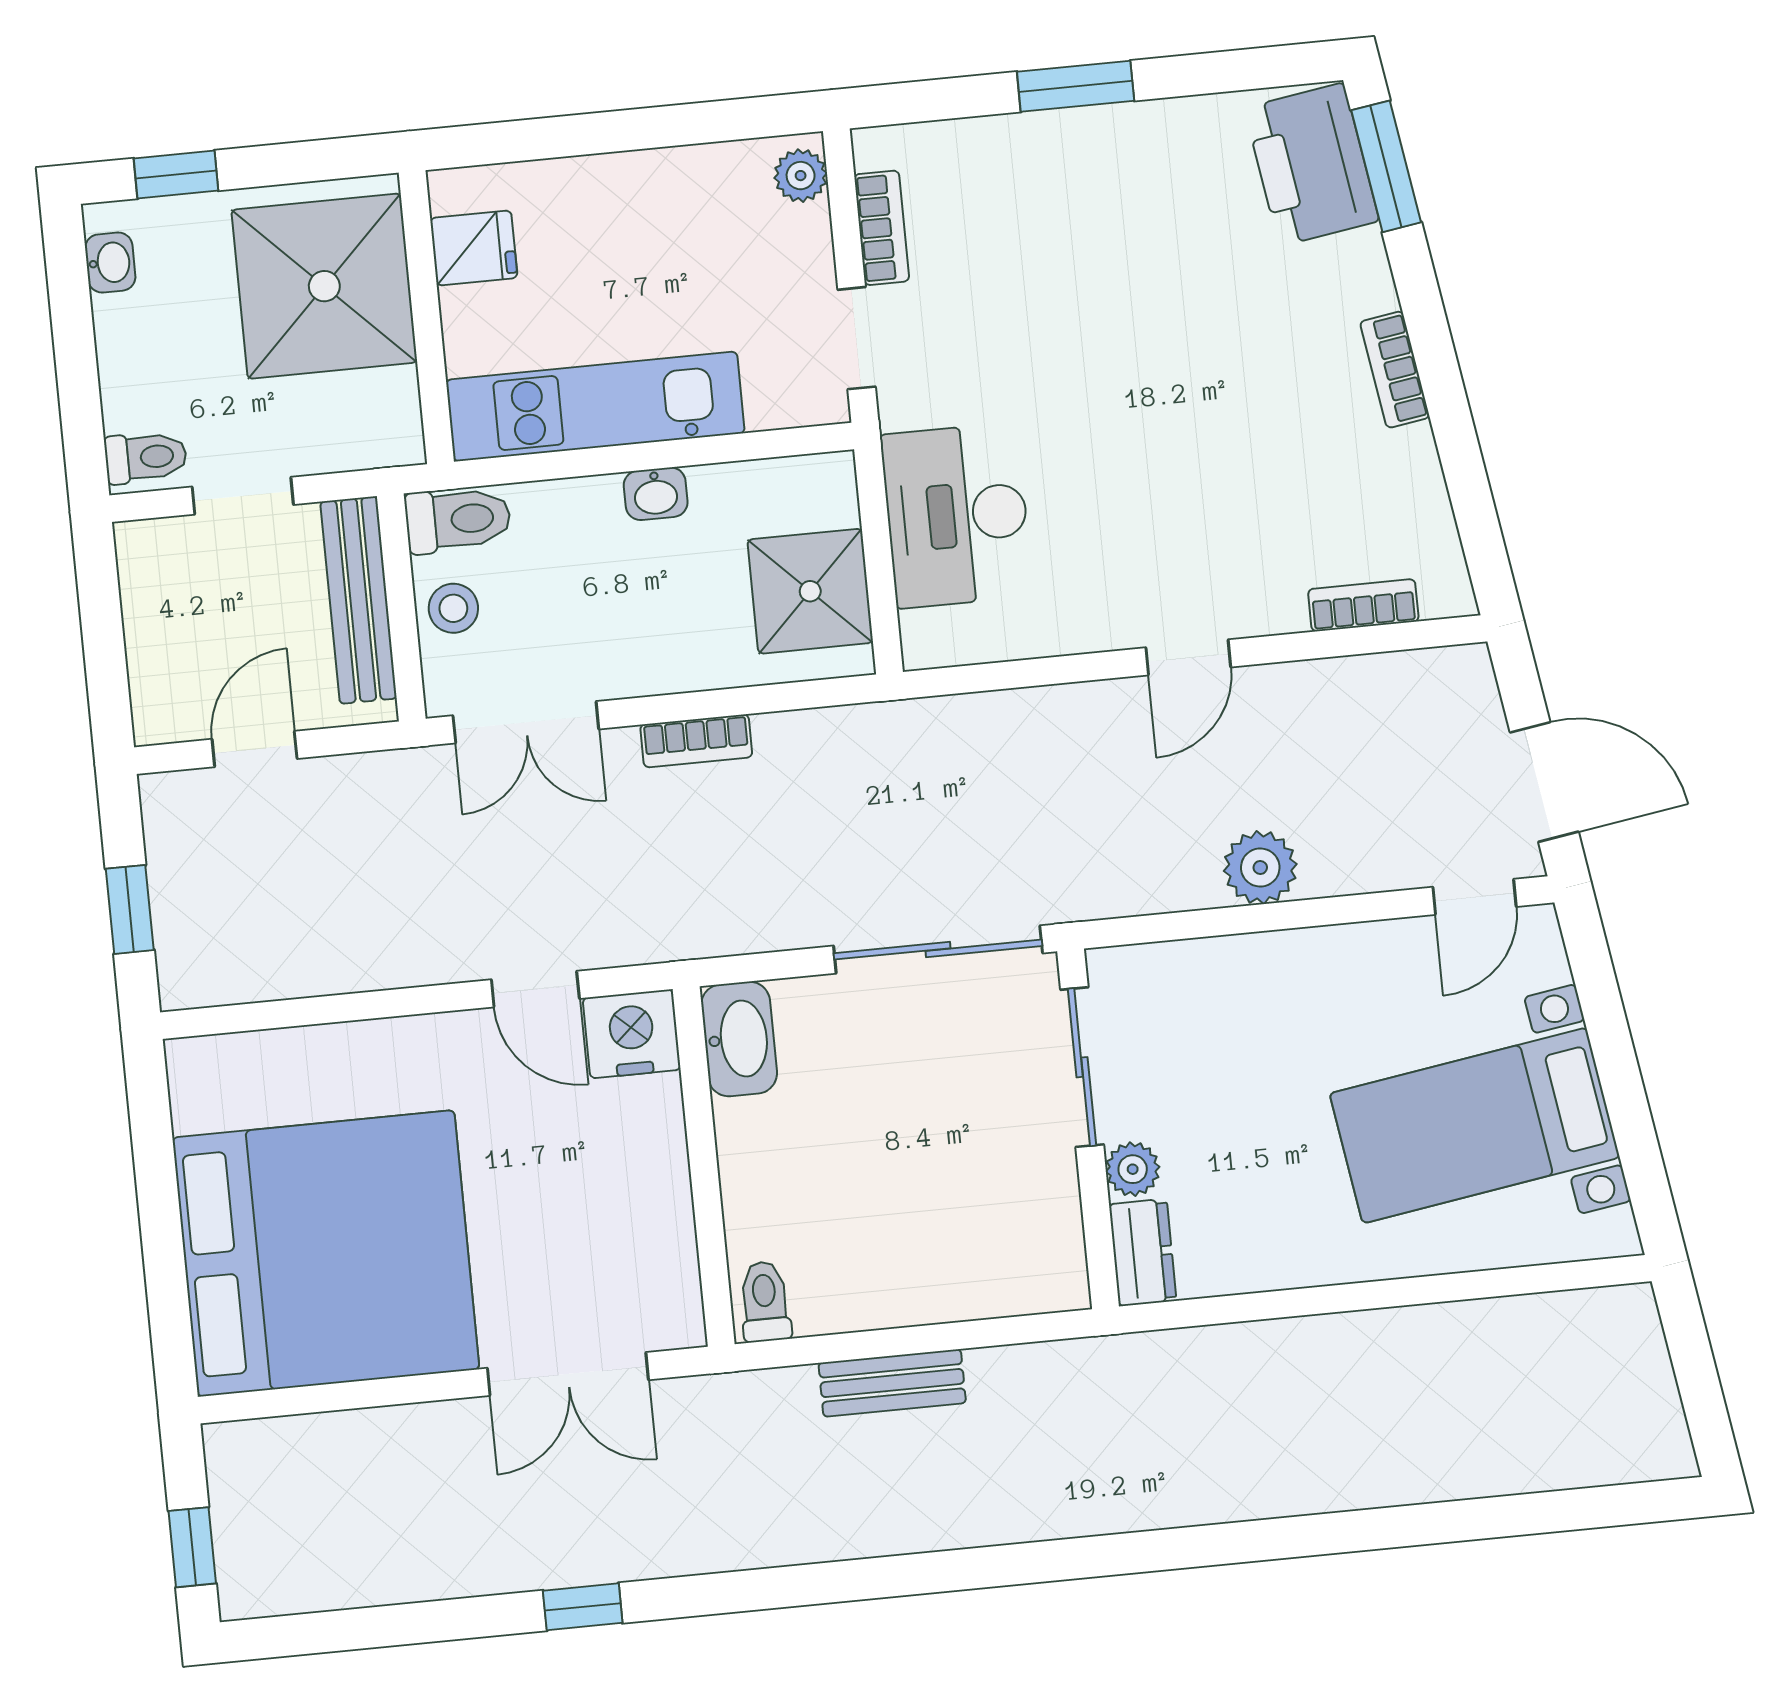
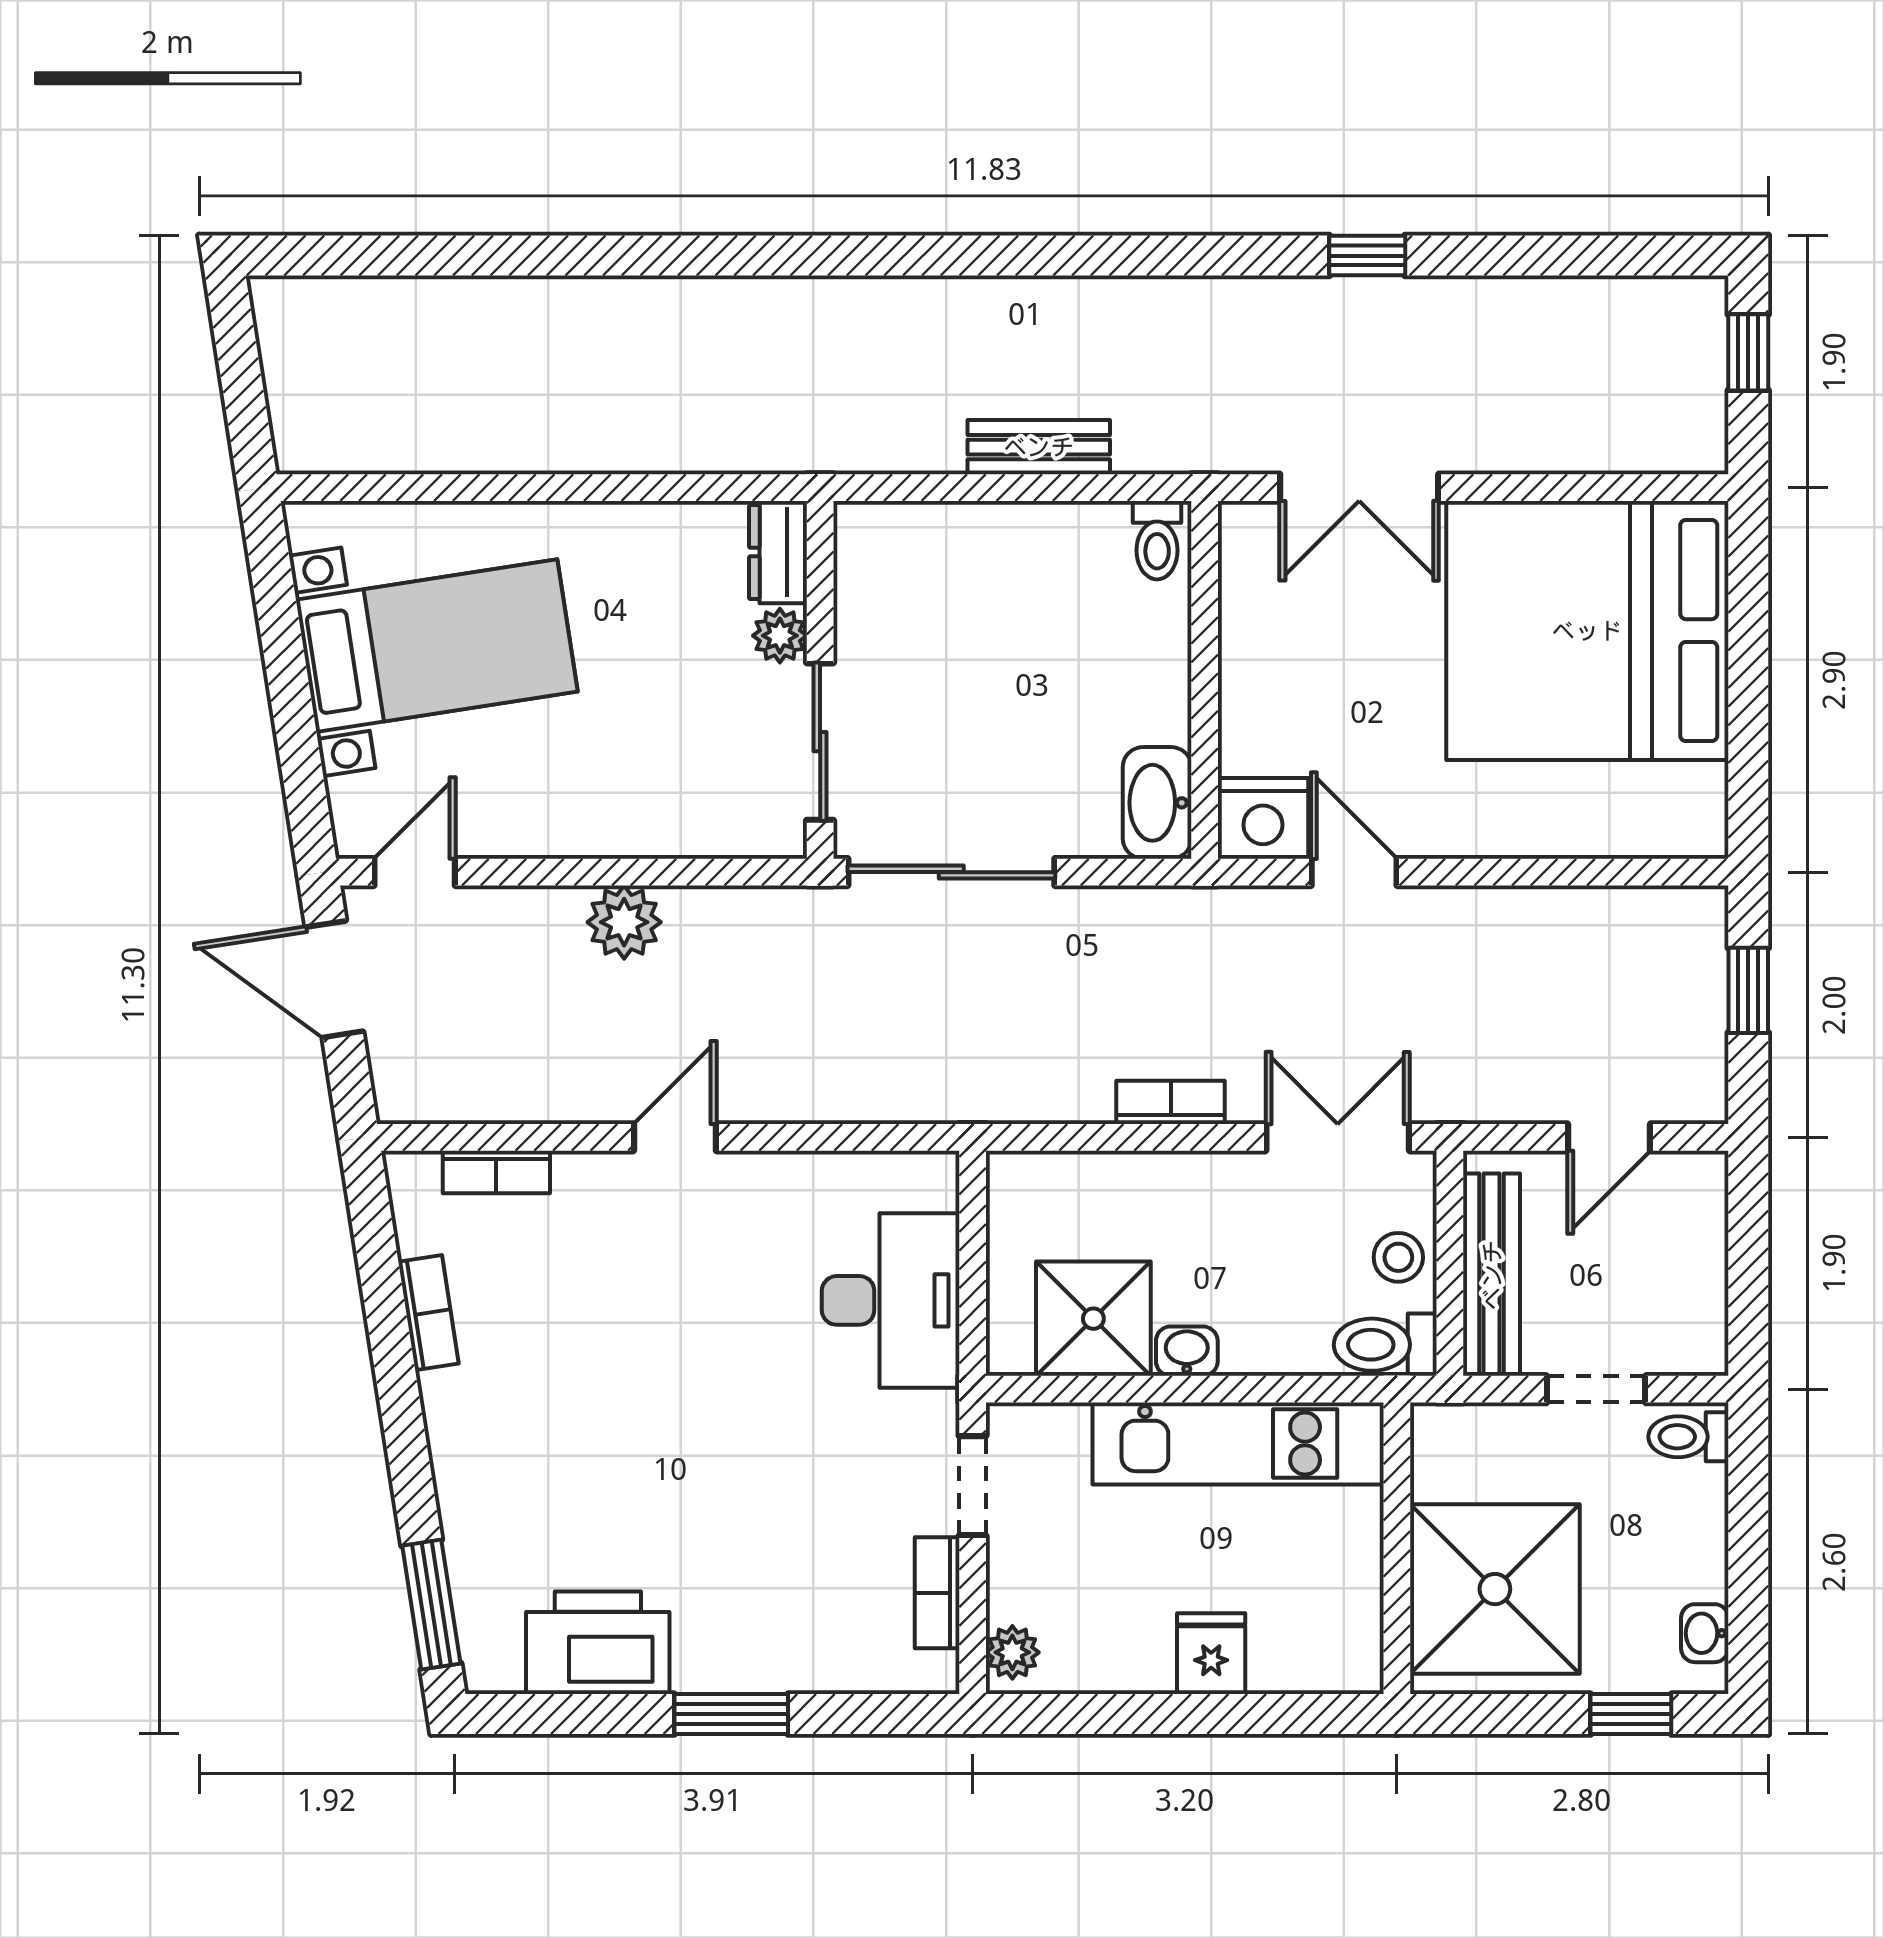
printer: (1312, 164) -> (598, 1643), moved, turned -81
fridge: (474, 248) -> (1211, 1654), moved, turned 90
bookcase: (1395, 370) -> (428, 1313), moved
shower: (810, 591) -> (1093, 1319), moved
double door: (568, 1374) -> (1359, 488), swing flipped

